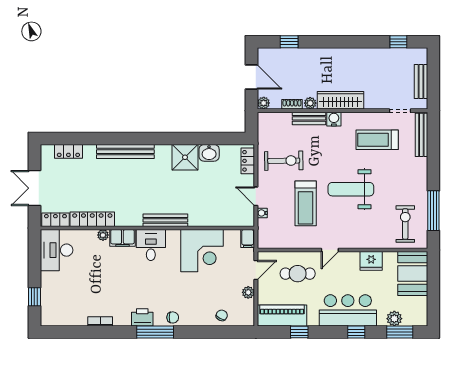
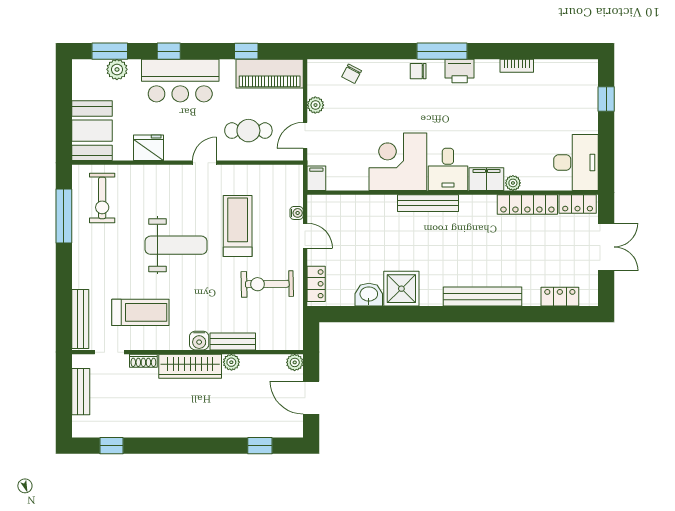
shoe rack: (292, 104) -> (143, 361), moved
corner desk: (202, 251) -> (398, 162), moved

